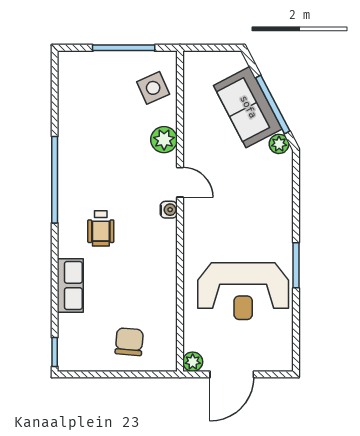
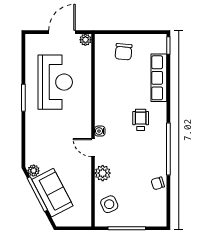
chair: (72, 123) -> (158, 183), added
row of seats: (70, 285) -> (159, 78), width x1.48
reception desk: (243, 291) -> (55, 82), turned 90

